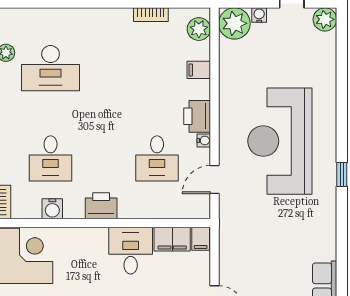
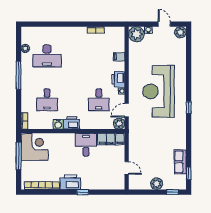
plant: (199, 29) -> (119, 124), moved
water cooler: (52, 209) -> (58, 124), moved

